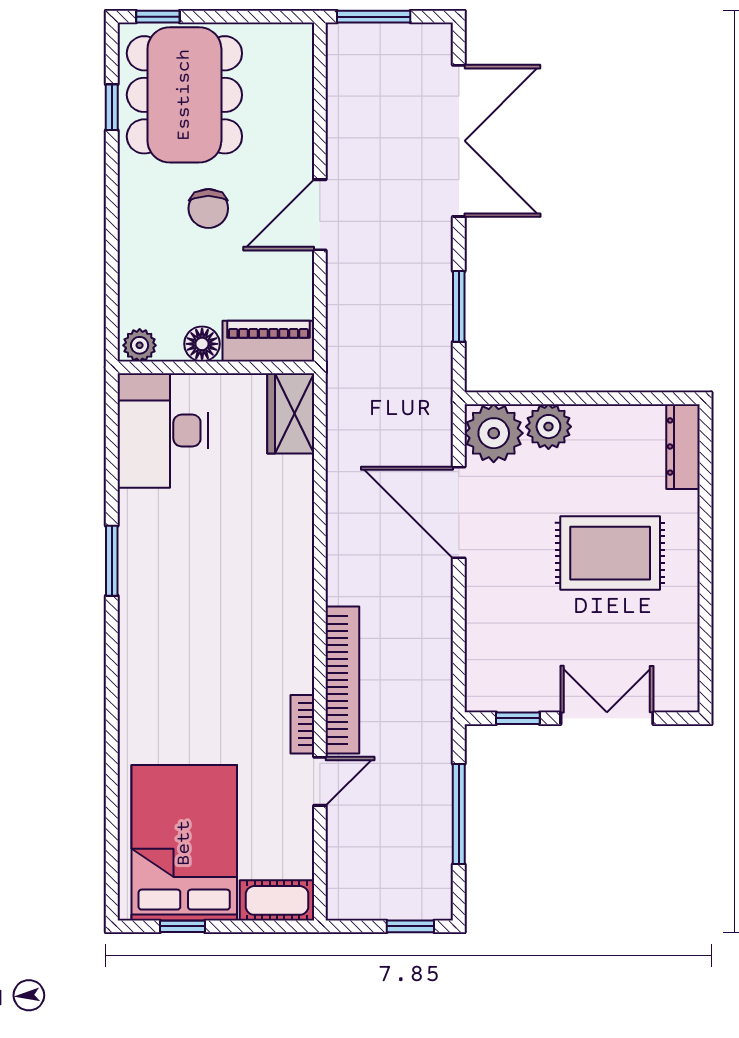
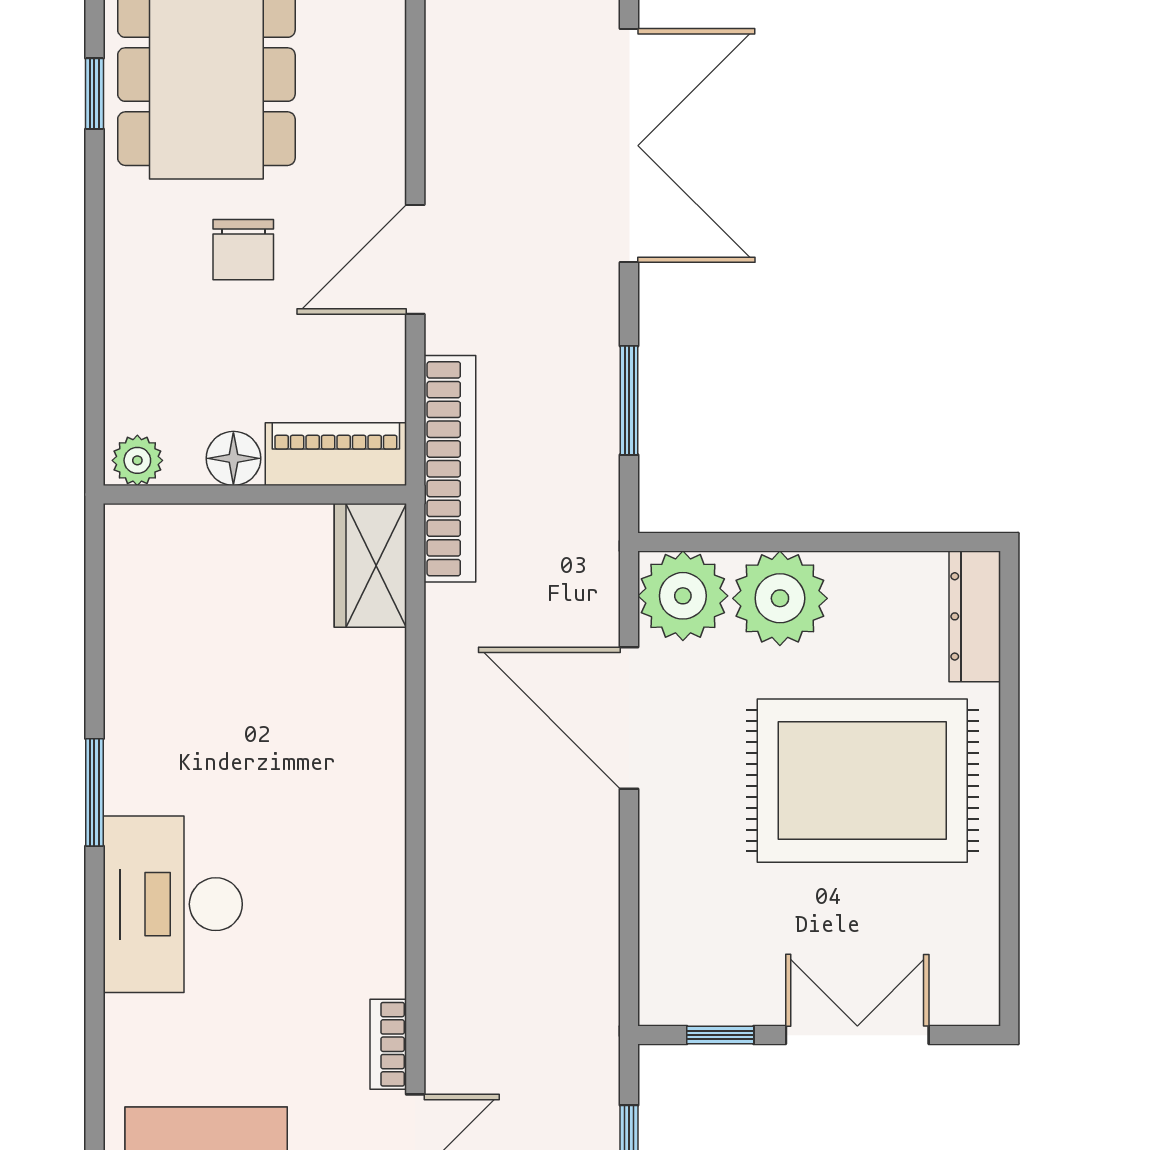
plant: (548, 427) -> (780, 598), width x1.36, depth x1.36
desk: (163, 431) -> (173, 904), moved
rug: (610, 553) -> (862, 781), width x1.37, depth x1.44
bookcase: (342, 680) -> (450, 469), moved

